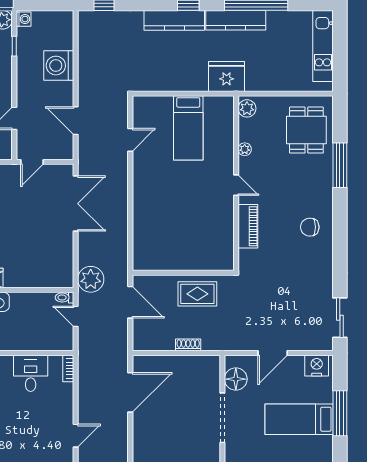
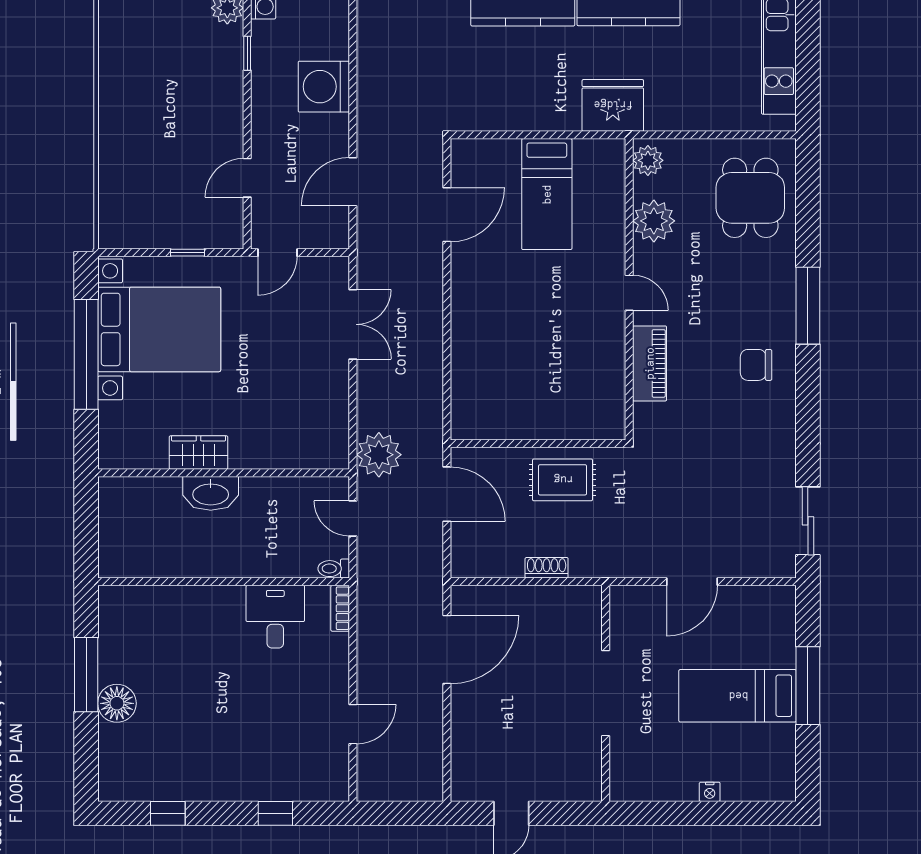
door: (76, 121) -> (353, 182), hinge flipped
door: (130, 140) -> (447, 215), width x1.38
plant: (245, 149) -> (654, 221), width x1.88, depth x1.88
window: (340, 165) -> (808, 306), moved
double door: (76, 204) -> (353, 324), width x0.73
toilet: (65, 297) -> (334, 569), moved
nightstand: (317, 366) -> (768, 603), removed
floor lamp: (236, 379) -> (629, 627), removed

